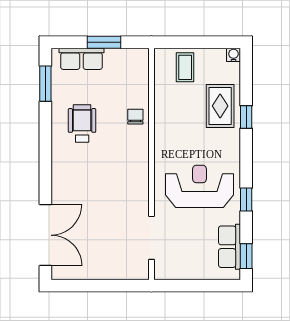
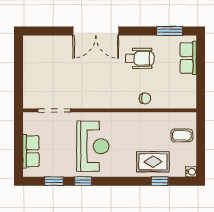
window: (104, 42) -> (201, 75), removed
window: (246, 117) -> (160, 181), moved
double door: (45, 235) -> (96, 31), moved
row of seats: (229, 247) -> (31, 151), moved, turned 90
window: (246, 256) -> (54, 181), moved

